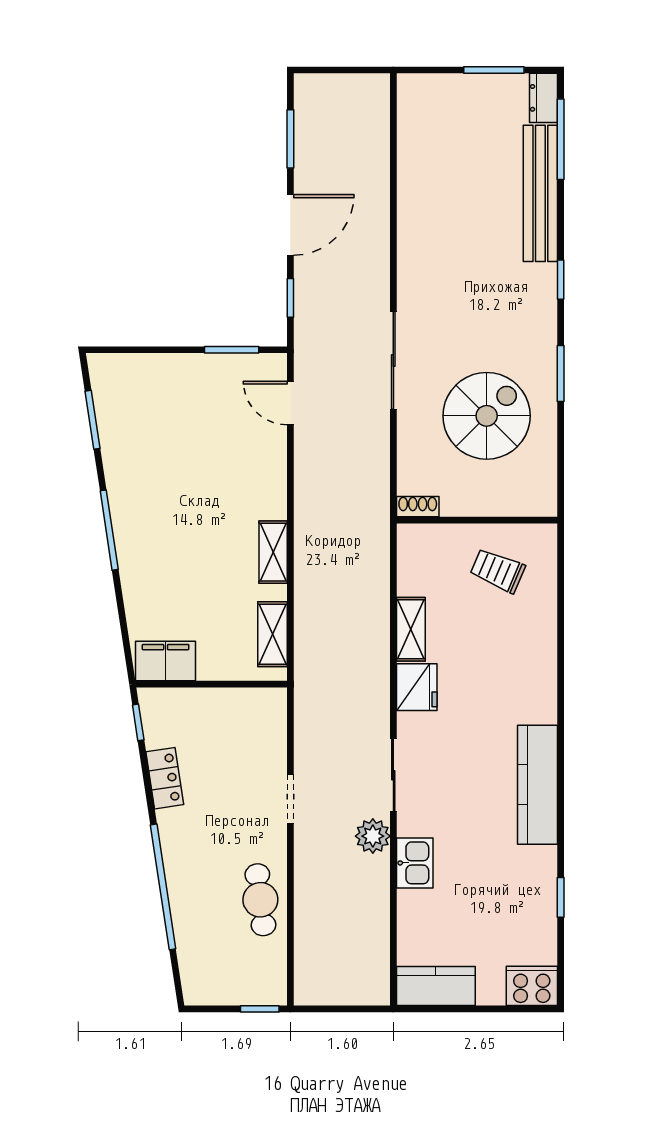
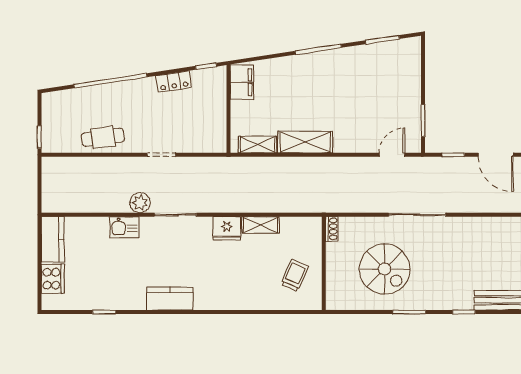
shelving: (273, 552) -> (305, 142), width x1.50, depth x1.33
kitchen counter: (537, 785) -> (170, 299), width x0.67
cooker: (532, 986) -> (53, 279), moved

